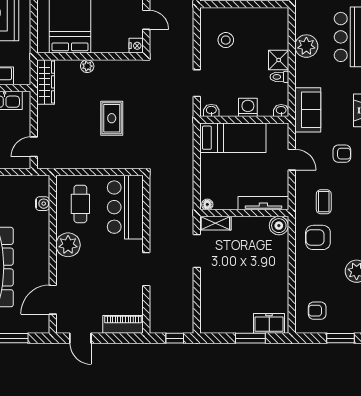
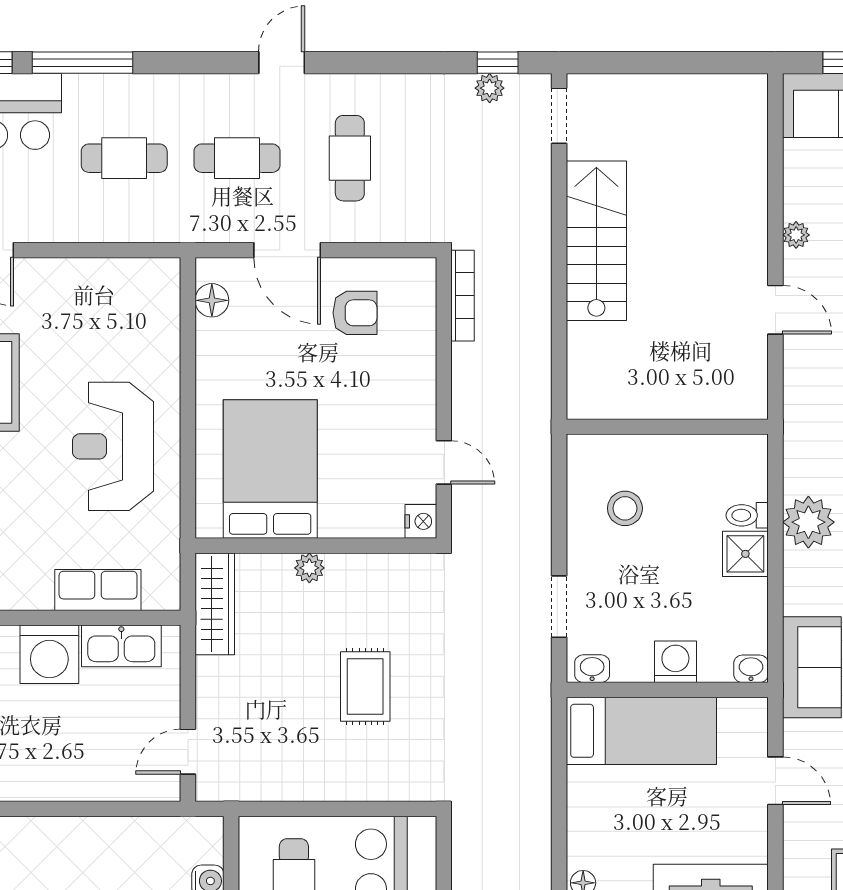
toilet: (279, 77) -> (747, 515), moved

